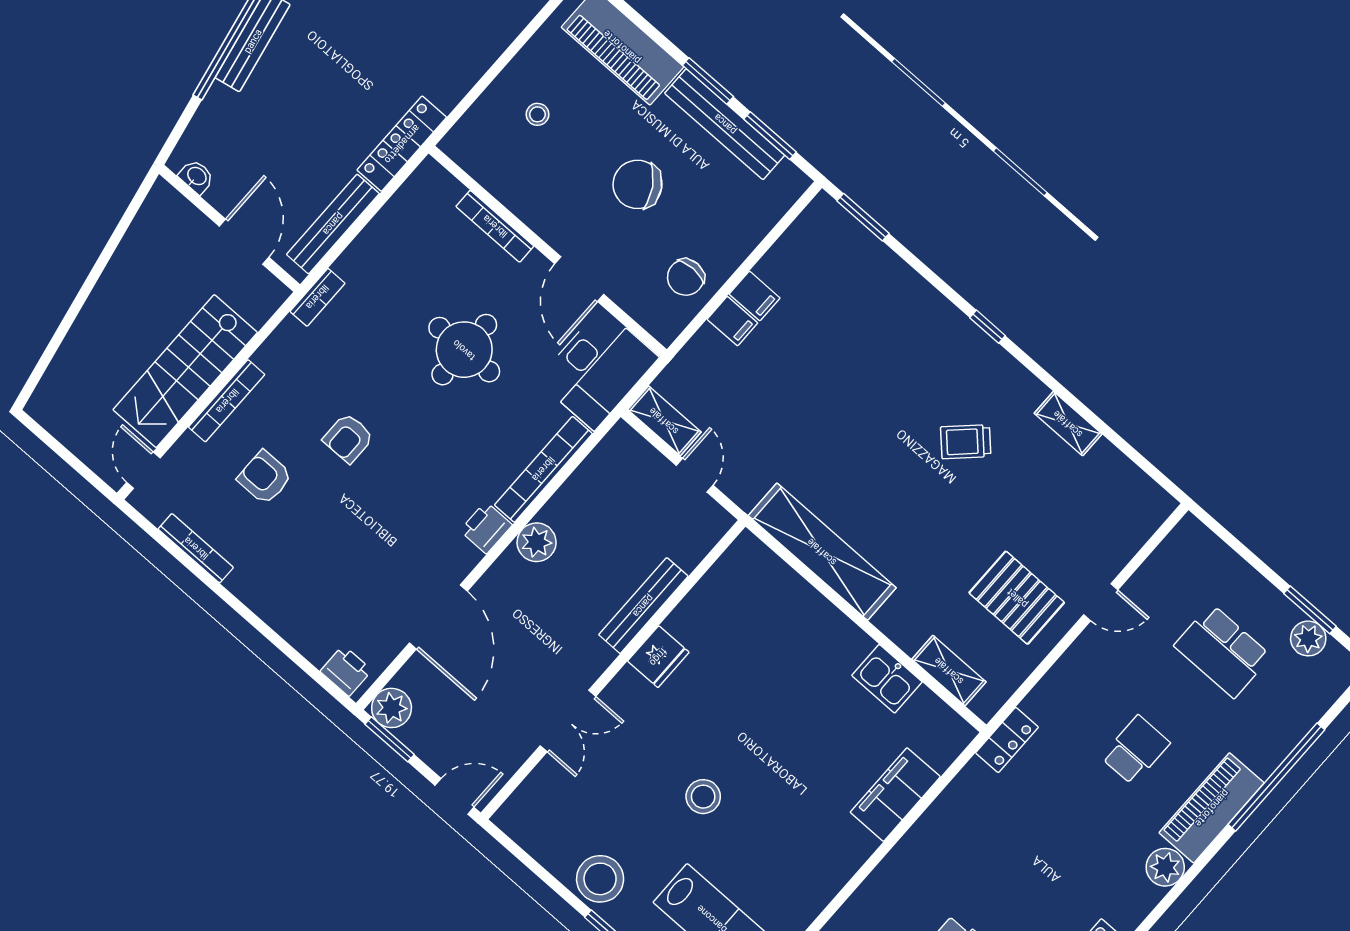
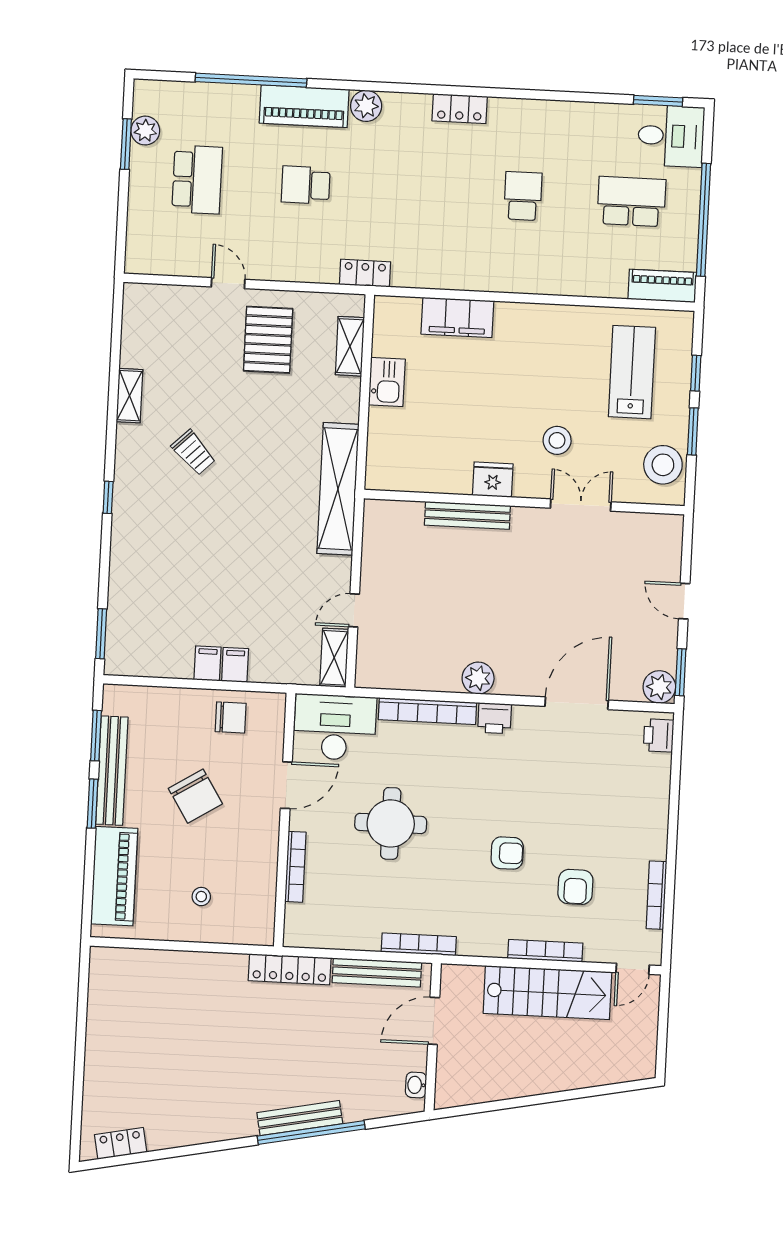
bookcase: (317, 297) -> (419, 944), width x1.56
bench: (643, 606) -> (467, 515), moved
fridge: (658, 657) -> (493, 480), moved
wall: (613, 670) -> (524, 502), moved
double door: (568, 721) -> (581, 505), moved

